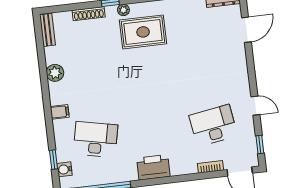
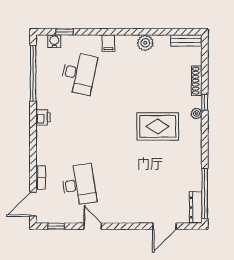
door: (246, 30) -> (164, 226), hinge flipped
rug: (143, 32) -> (158, 126), moved, turned 90
door: (255, 106) -> (93, 226), swing flipped
printer: (153, 167) -> (43, 117), width x0.53, depth x0.68

